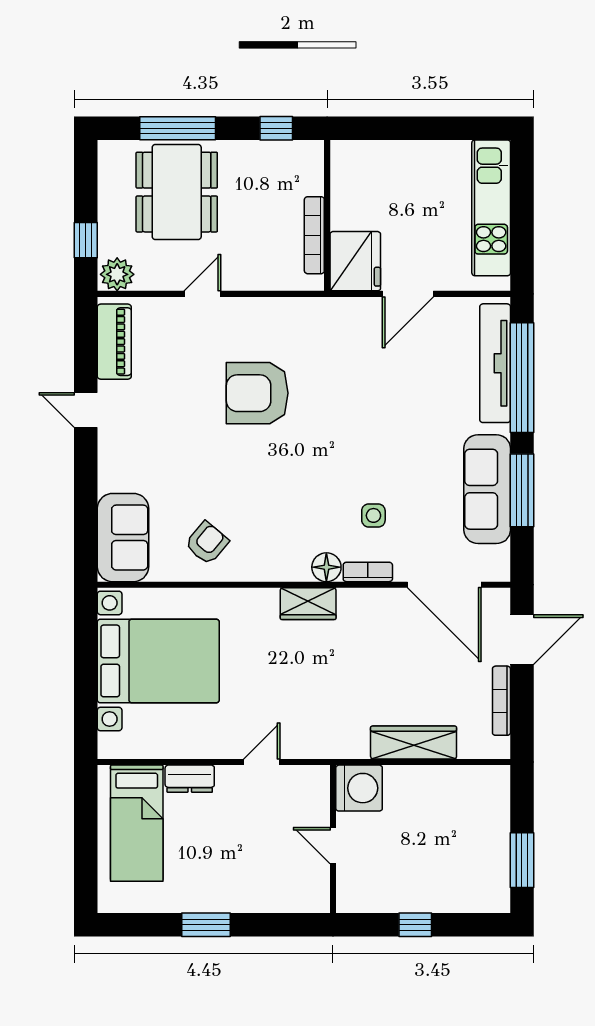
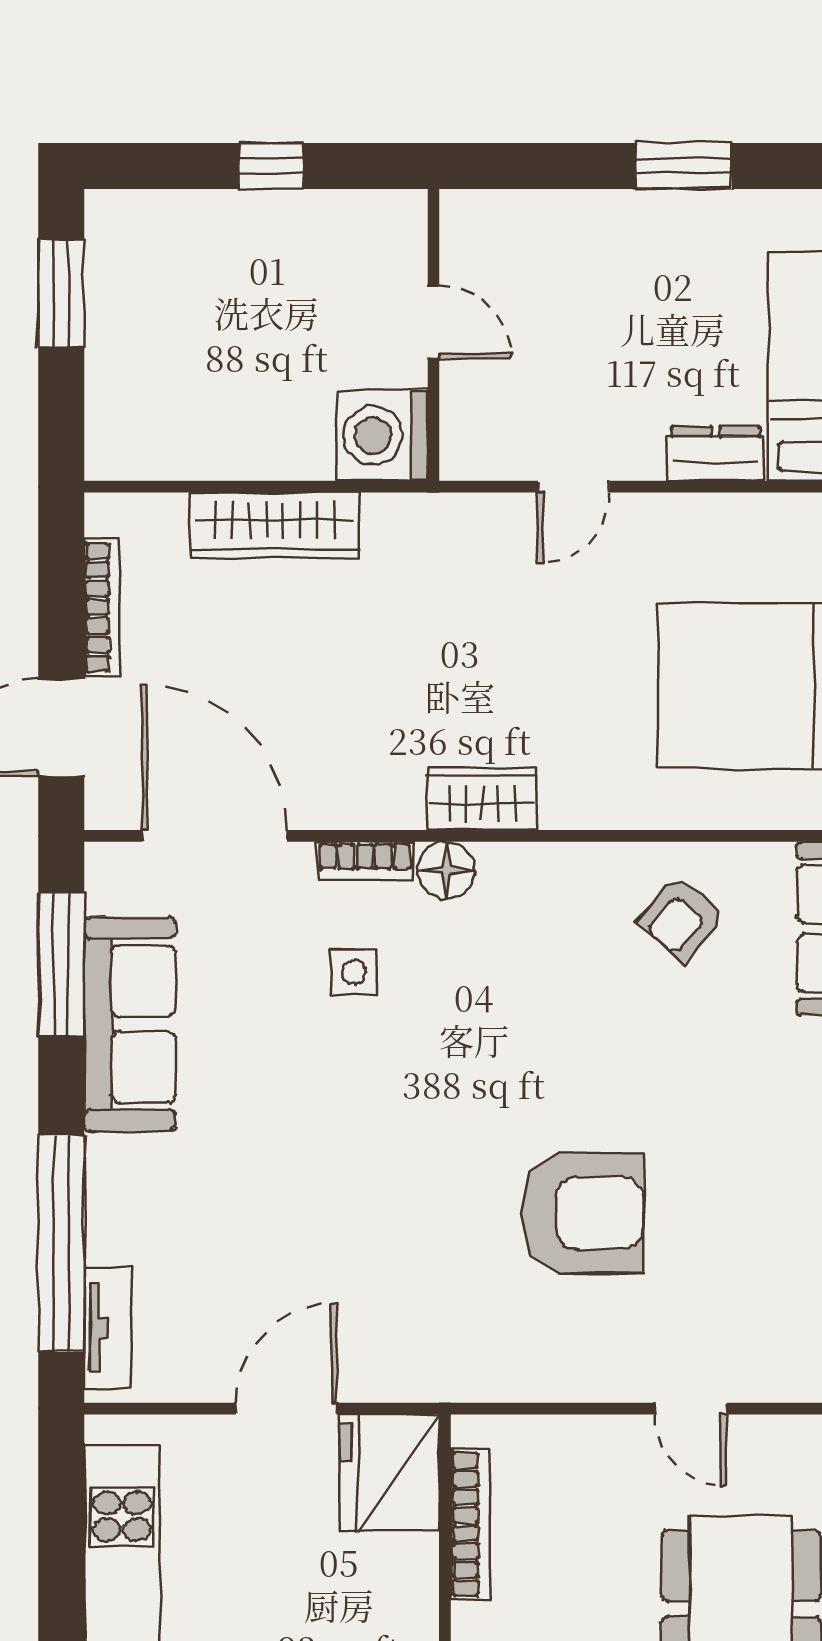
door: (202, 294) -> (691, 1409), hinge flipped
tv unit: (495, 363) -> (108, 1328), width x0.52, depth x0.78
window: (522, 490) -> (61, 965), moved

